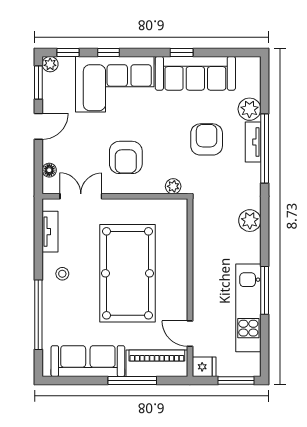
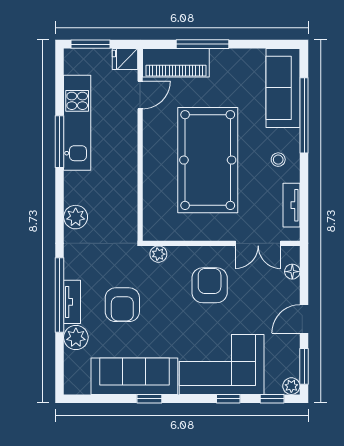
door: (190, 334) -> (140, 95), hinge flipped
sofa: (88, 361) -> (283, 88), moved, turned 90

